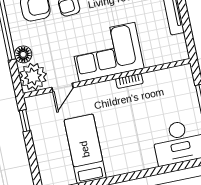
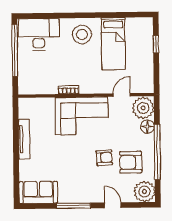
window: (25, 121) -> (156, 44), moved
stool: (126, 153) -> (82, 35), added

